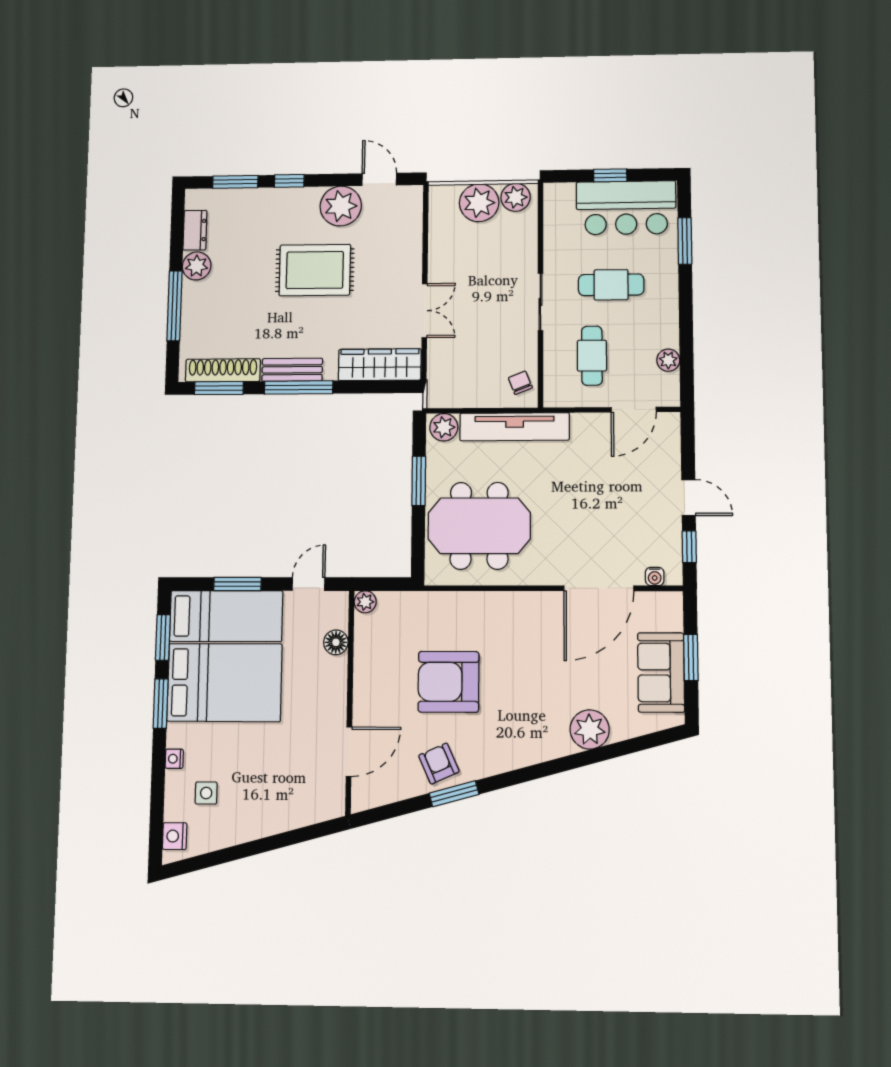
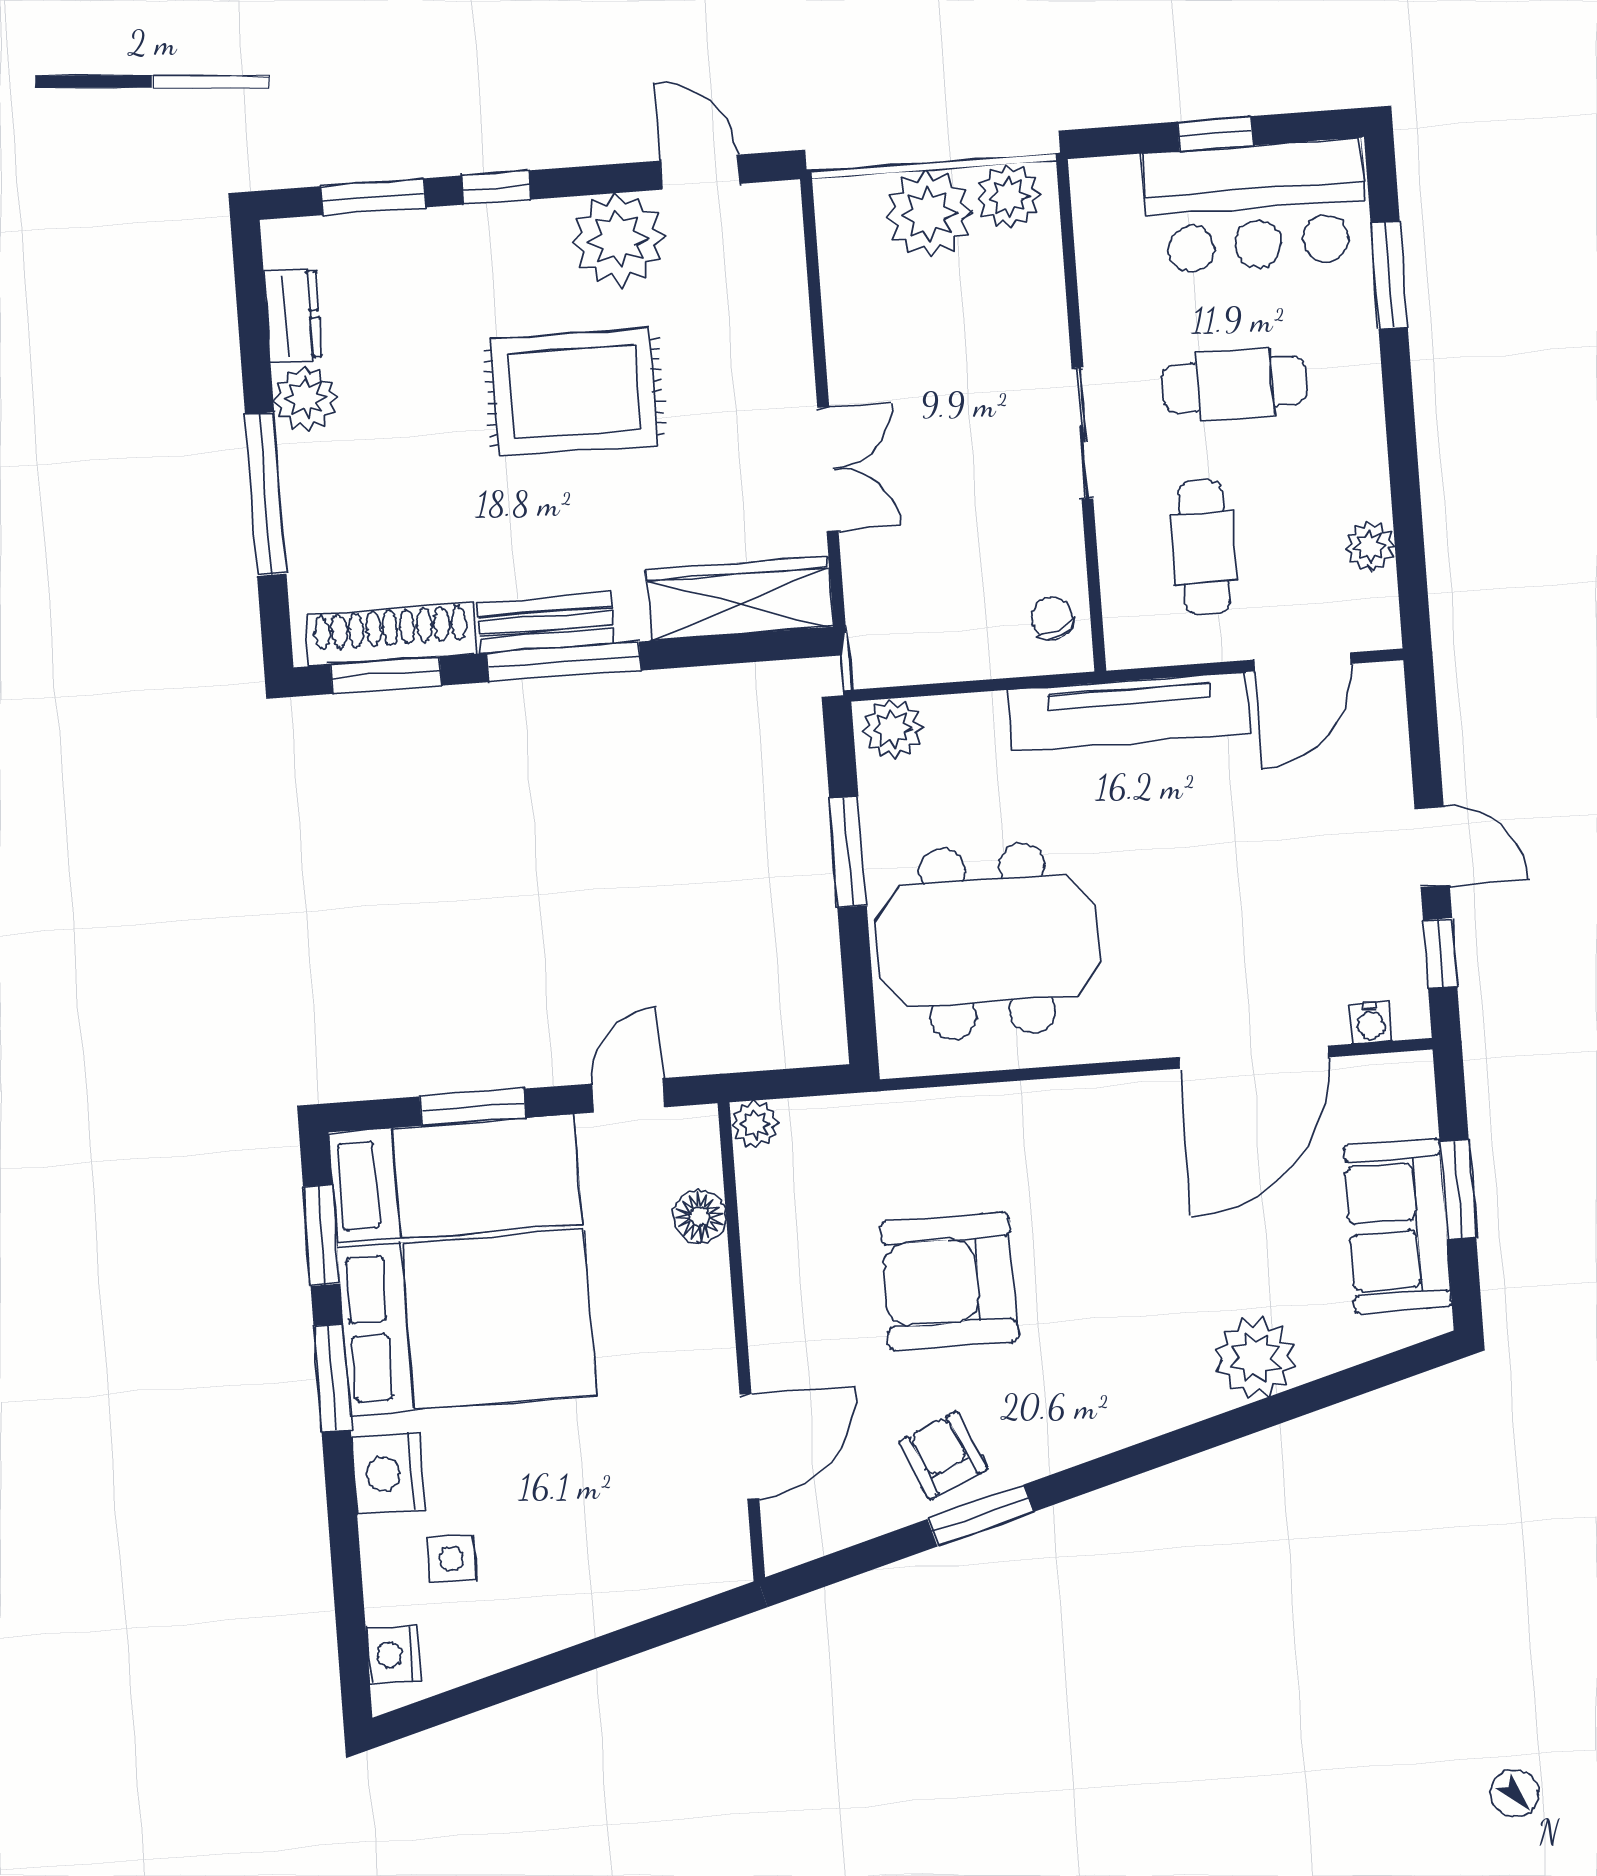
tv unit: (515, 427) -> (1130, 711), moved
nightstand: (174, 759) -> (389, 1473), width x1.89, depth x1.79

